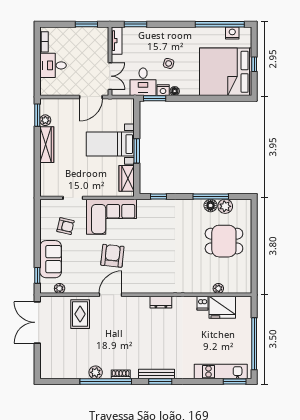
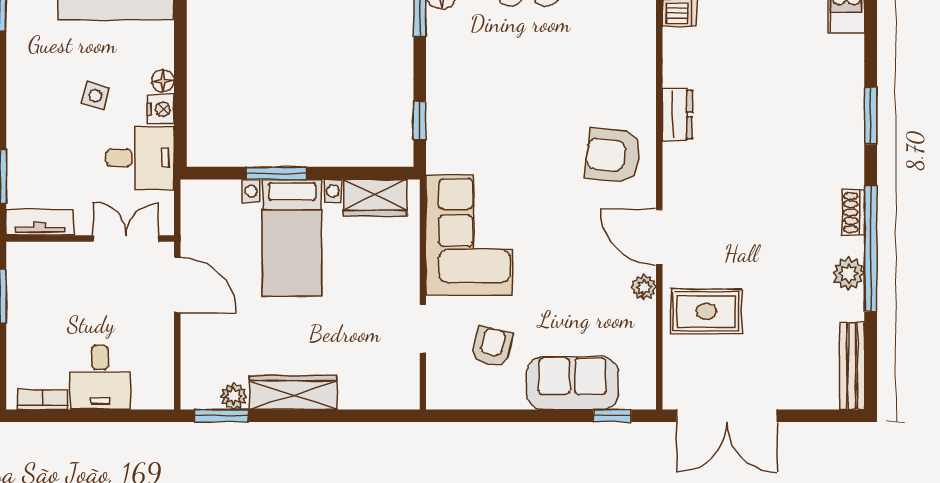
window: (155, 98) -> (180, 130), removed
window: (137, 151) -> (277, 173), moved
armchair: (112, 256) -> (613, 155), moved
plant: (60, 288) -> (644, 287), moved
bench: (157, 374) -> (852, 366), moved

